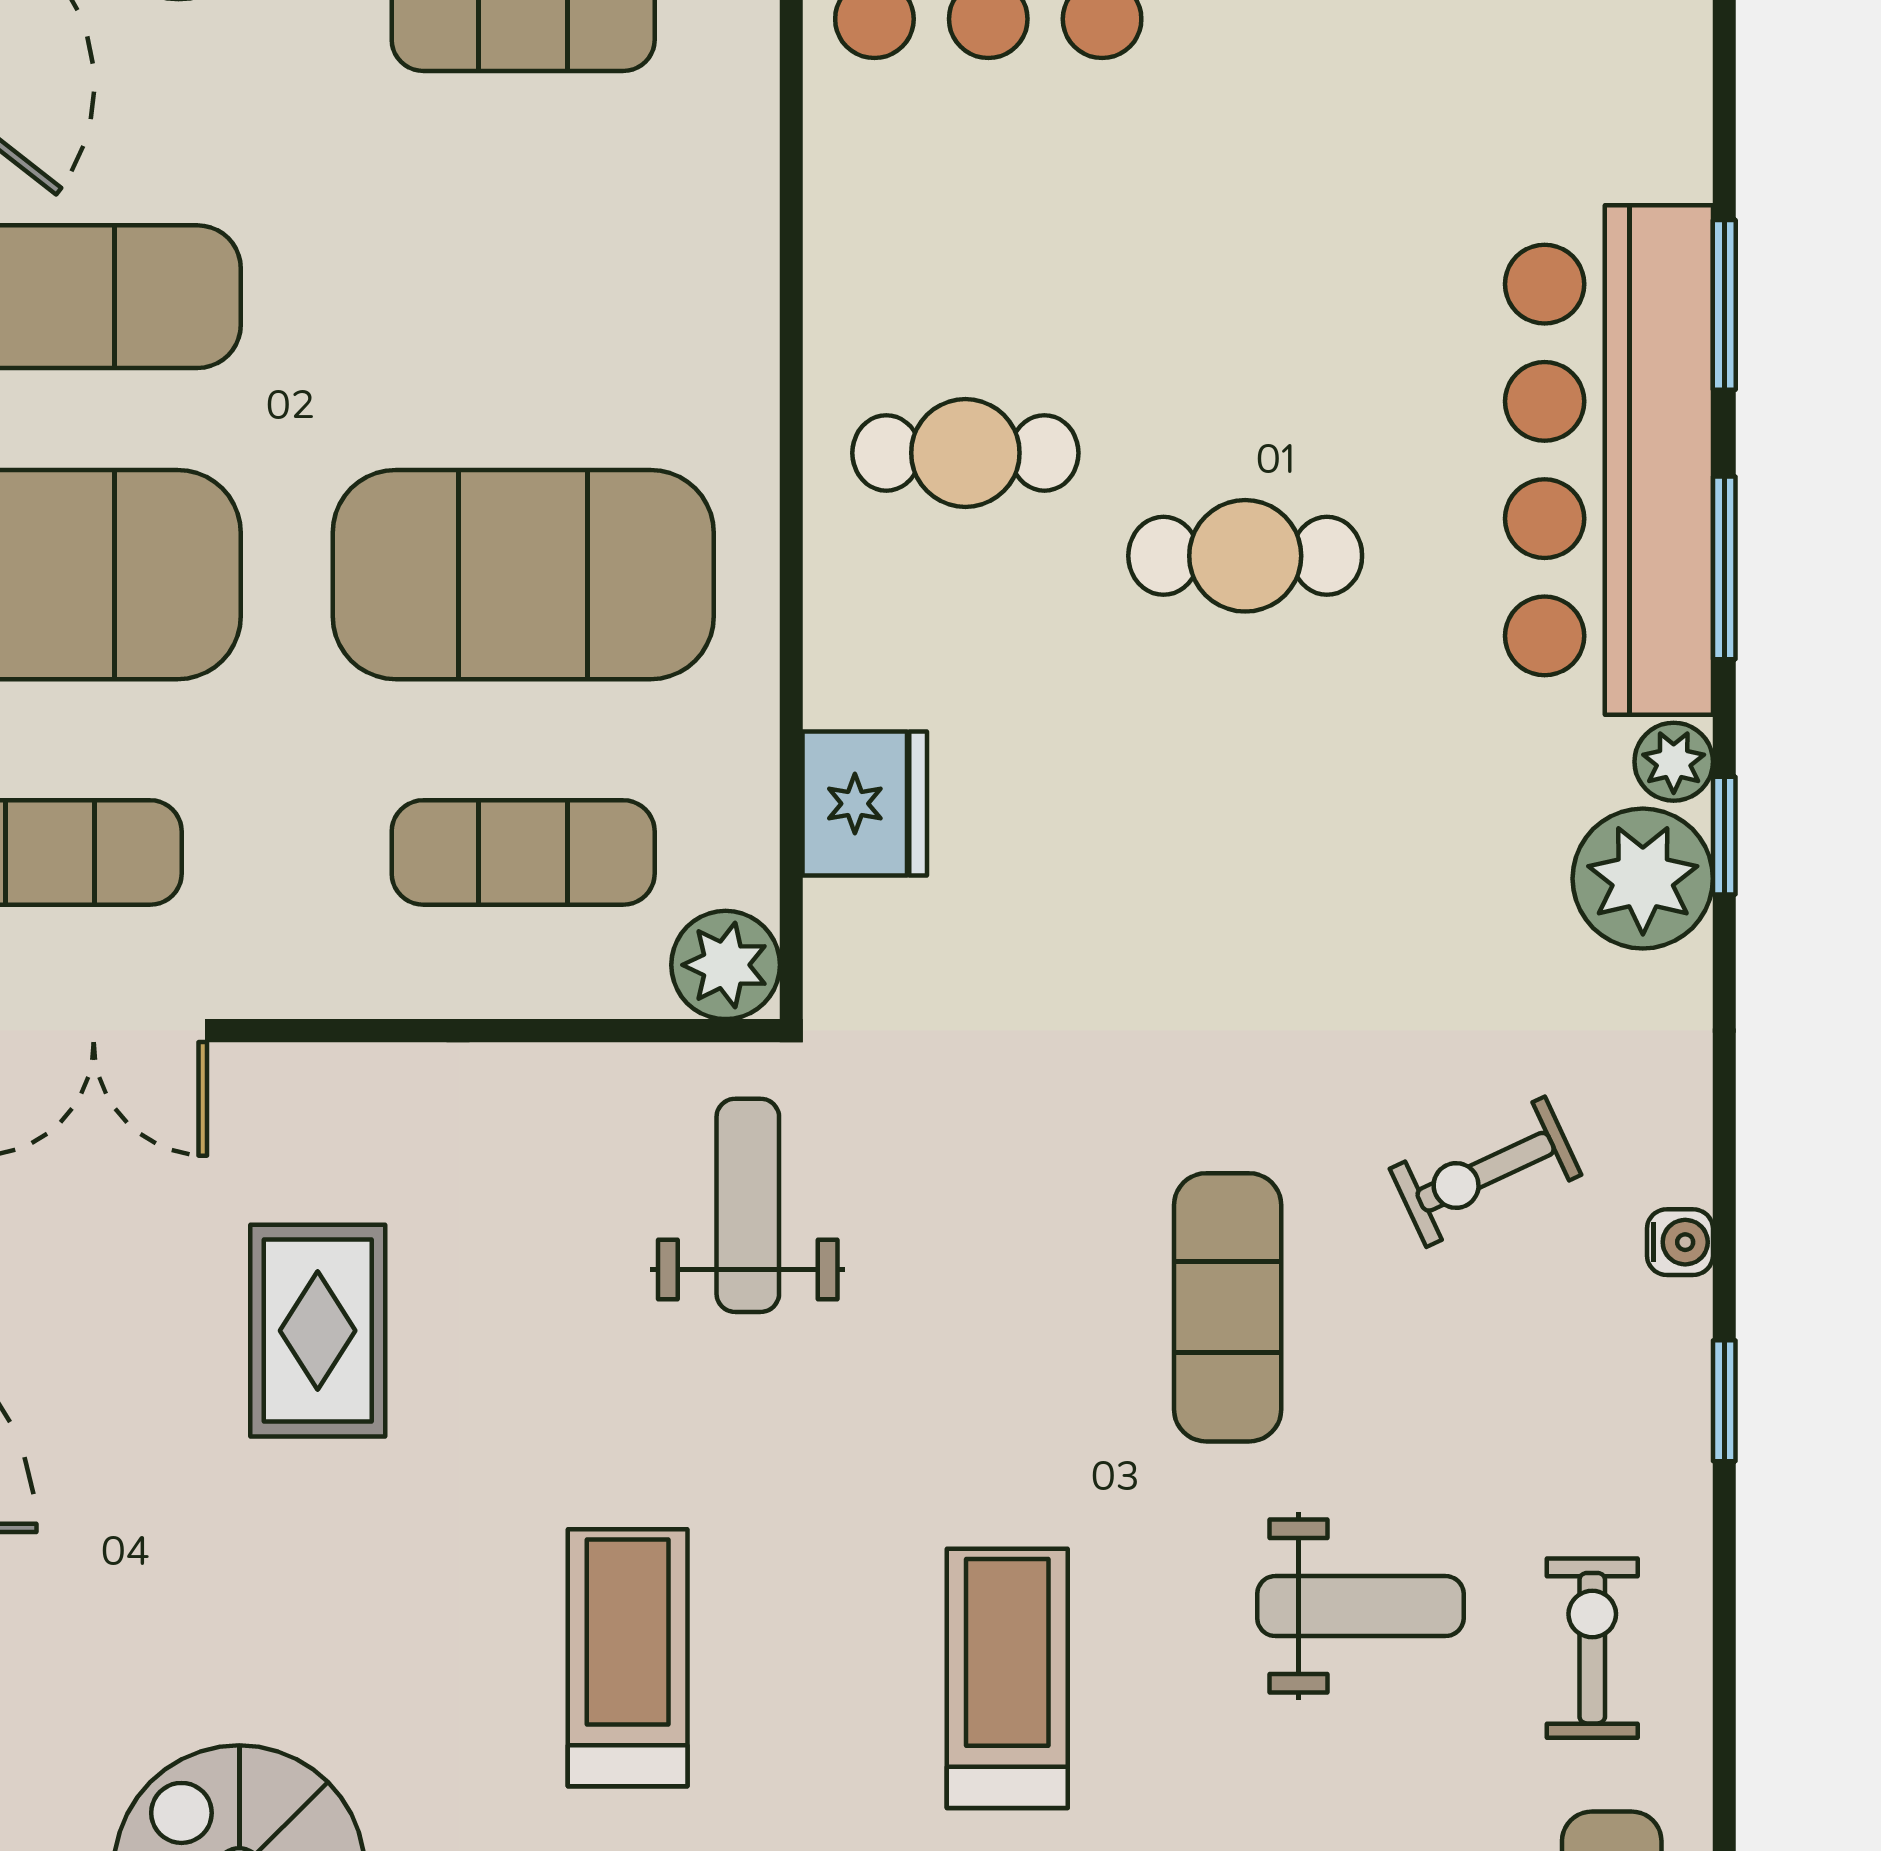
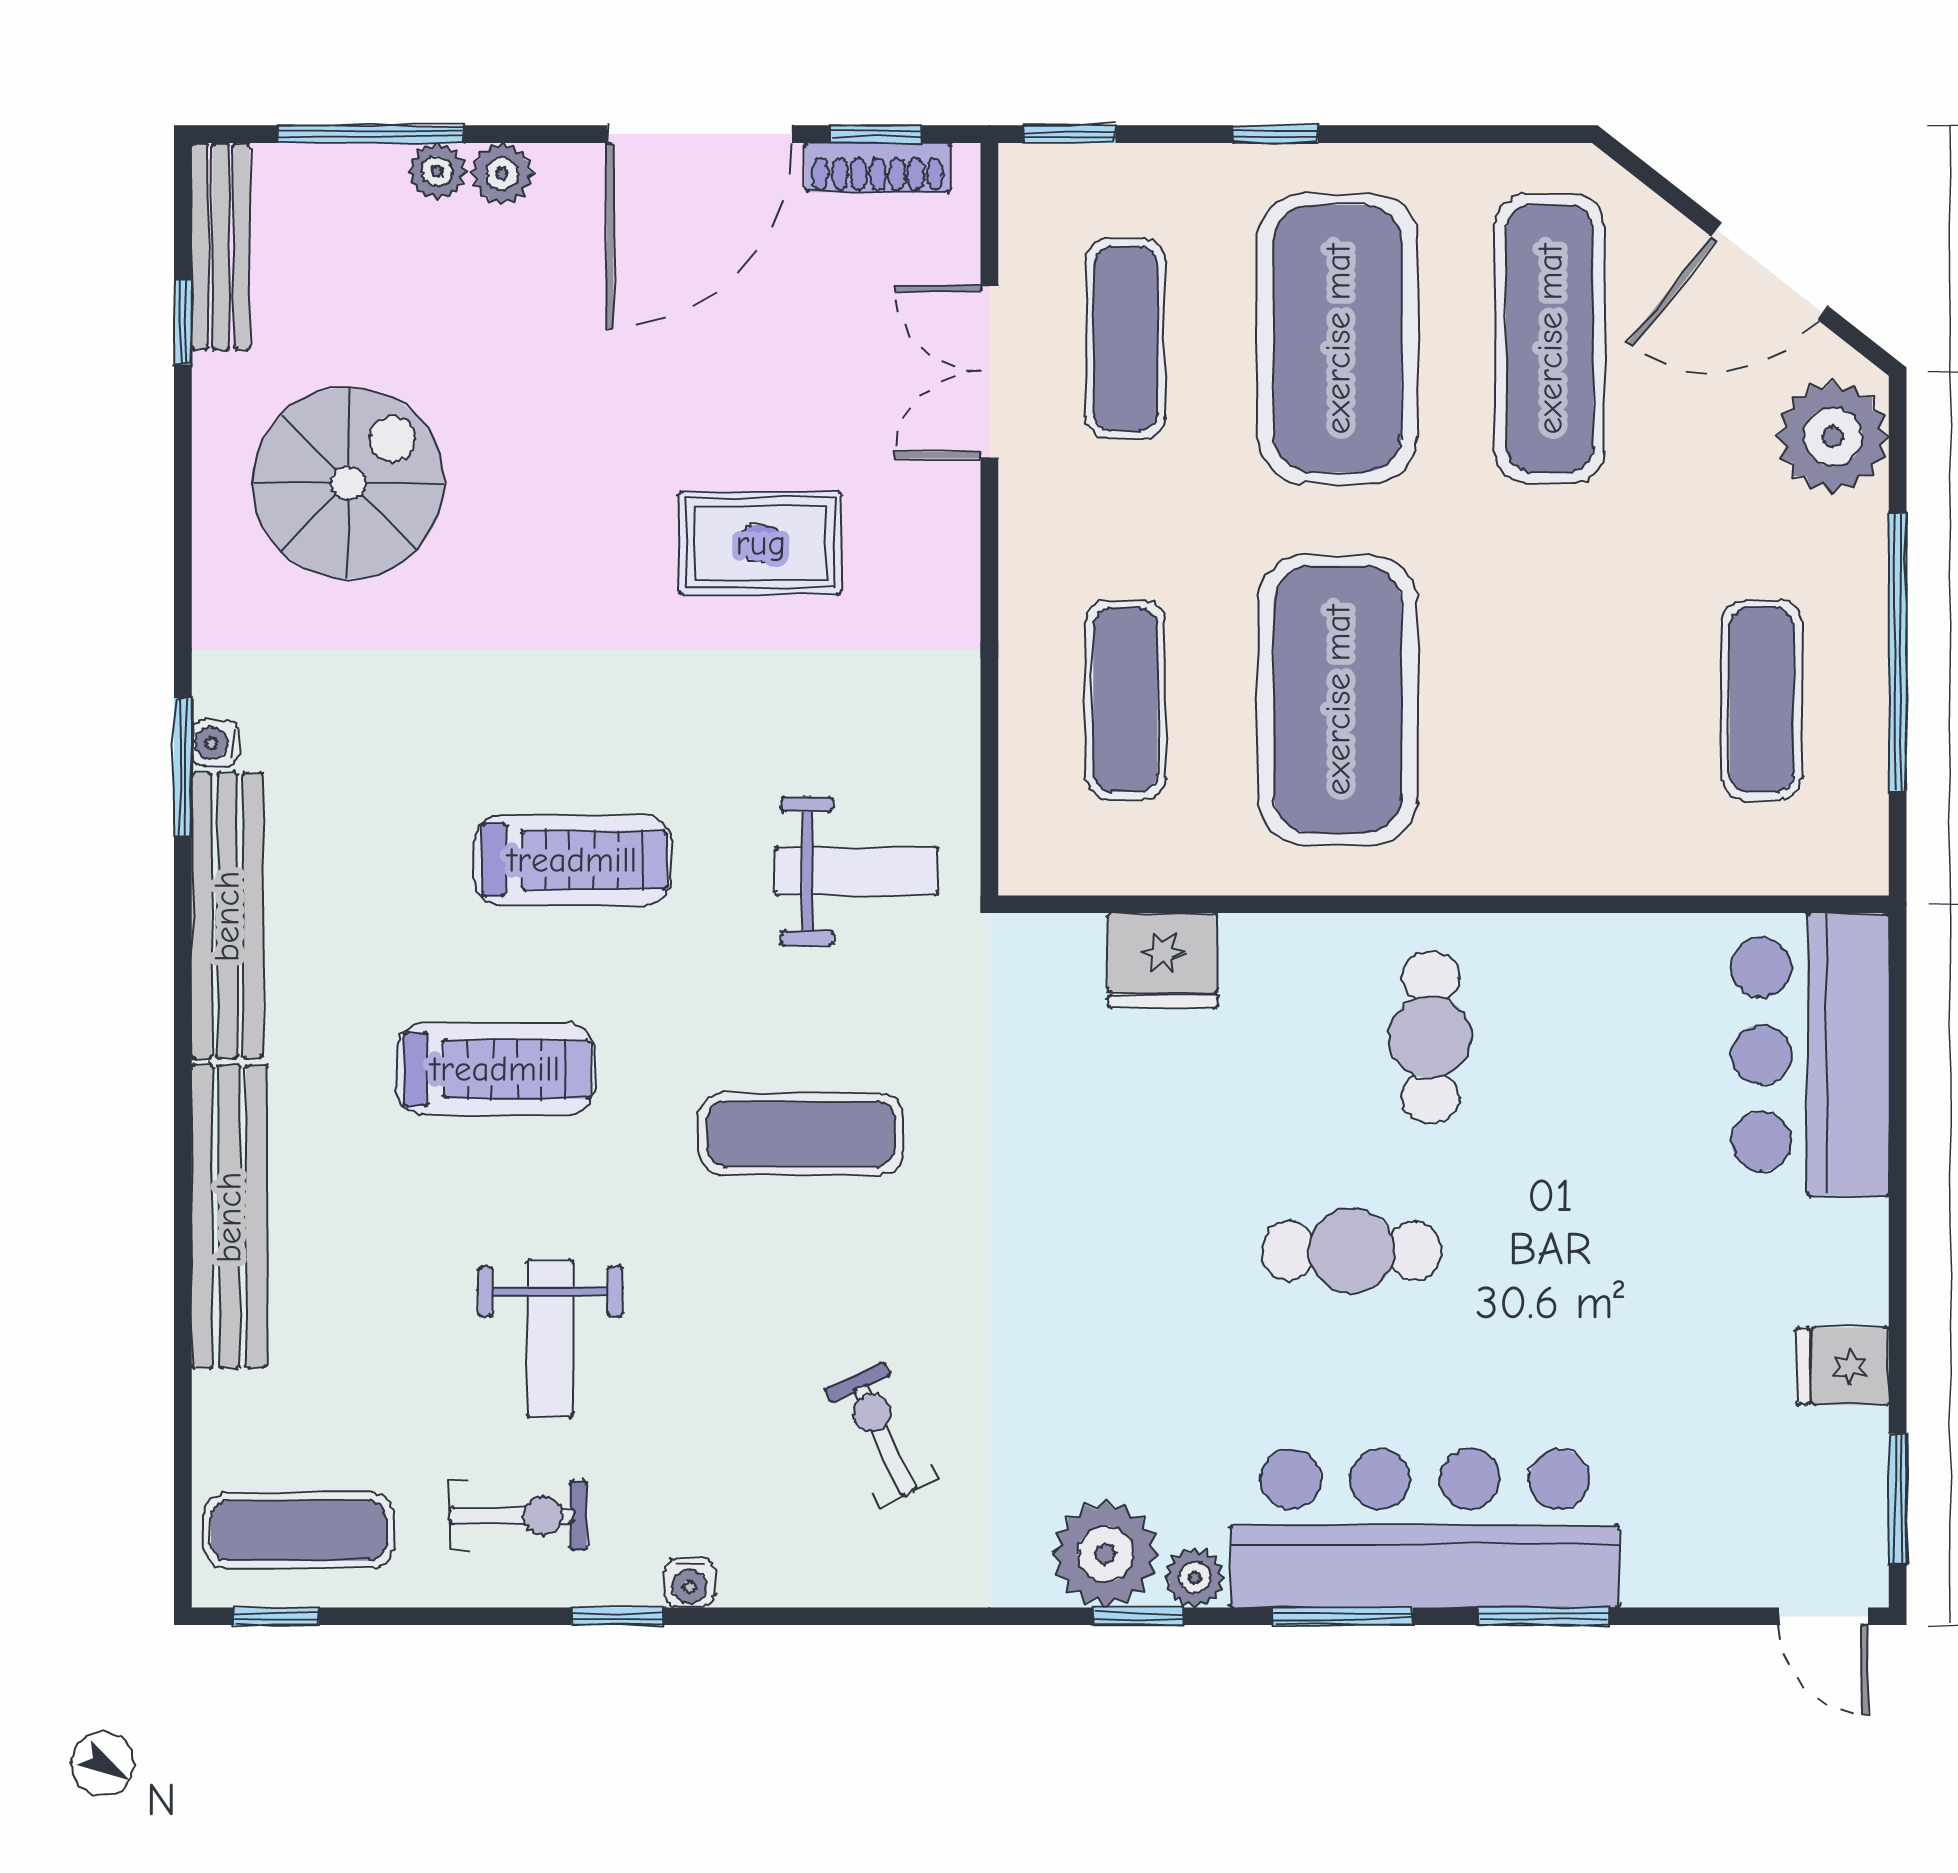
cafe table: (1245, 556) -> (1352, 1251), turned 90
plant: (726, 965) -> (1040, 854), removed
water cooler: (1680, 1242) -> (689, 1582), moved
exercise mat: (1228, 1307) -> (801, 1134), moved
window: (1724, 1401) -> (618, 1616), moved
treadmill: (628, 1658) -> (572, 860), moved

